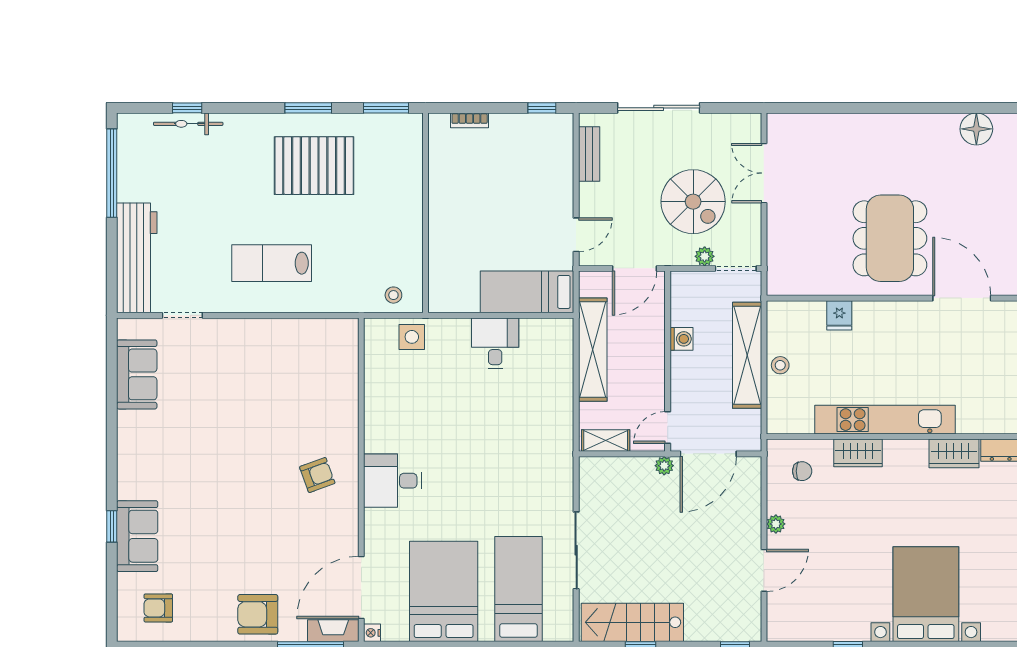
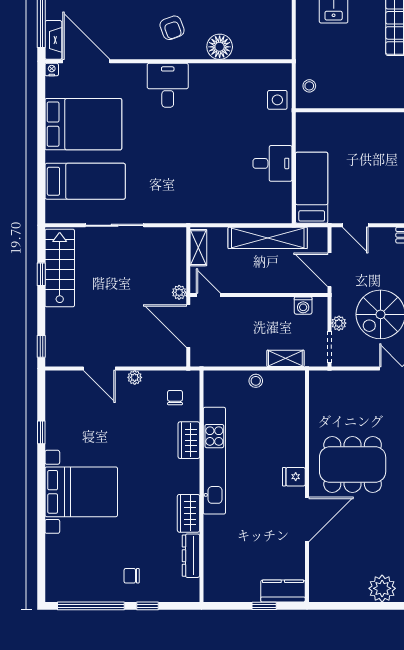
fridge: (839, 315) -> (294, 477), moved
washing machine: (682, 339) -> (303, 306), moved
shelving: (747, 355) -> (285, 358), width x0.45, depth x0.75
floor lamp: (342, 413) -> (220, 47), added
chair: (802, 471) -> (175, 398), turned 180

